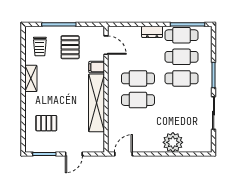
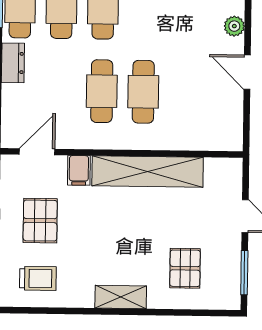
pallet: (70, 47) -> (40, 221), turned 90
shelving: (31, 78) -> (121, 297), moved
plant: (173, 142) -> (234, 26), width x0.53, depth x0.53
door: (123, 154) -> (247, 72), moved

